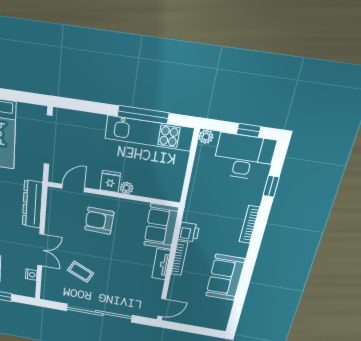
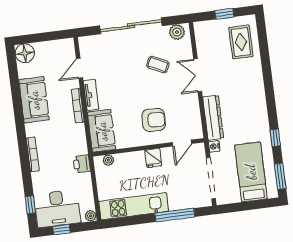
window: (143, 115) -> (175, 215), moved
window: (271, 186) -> (30, 205), moved
plant: (127, 188) -> (108, 160), moved
printer: (189, 232) -> (82, 164), moved
nightstand: (31, 275) -> (214, 146), moved
plant: (54, 294) -> (177, 32), added
door: (162, 308) -> (79, 68), moved
floor lamp: (218, 321) -> (25, 53), added

